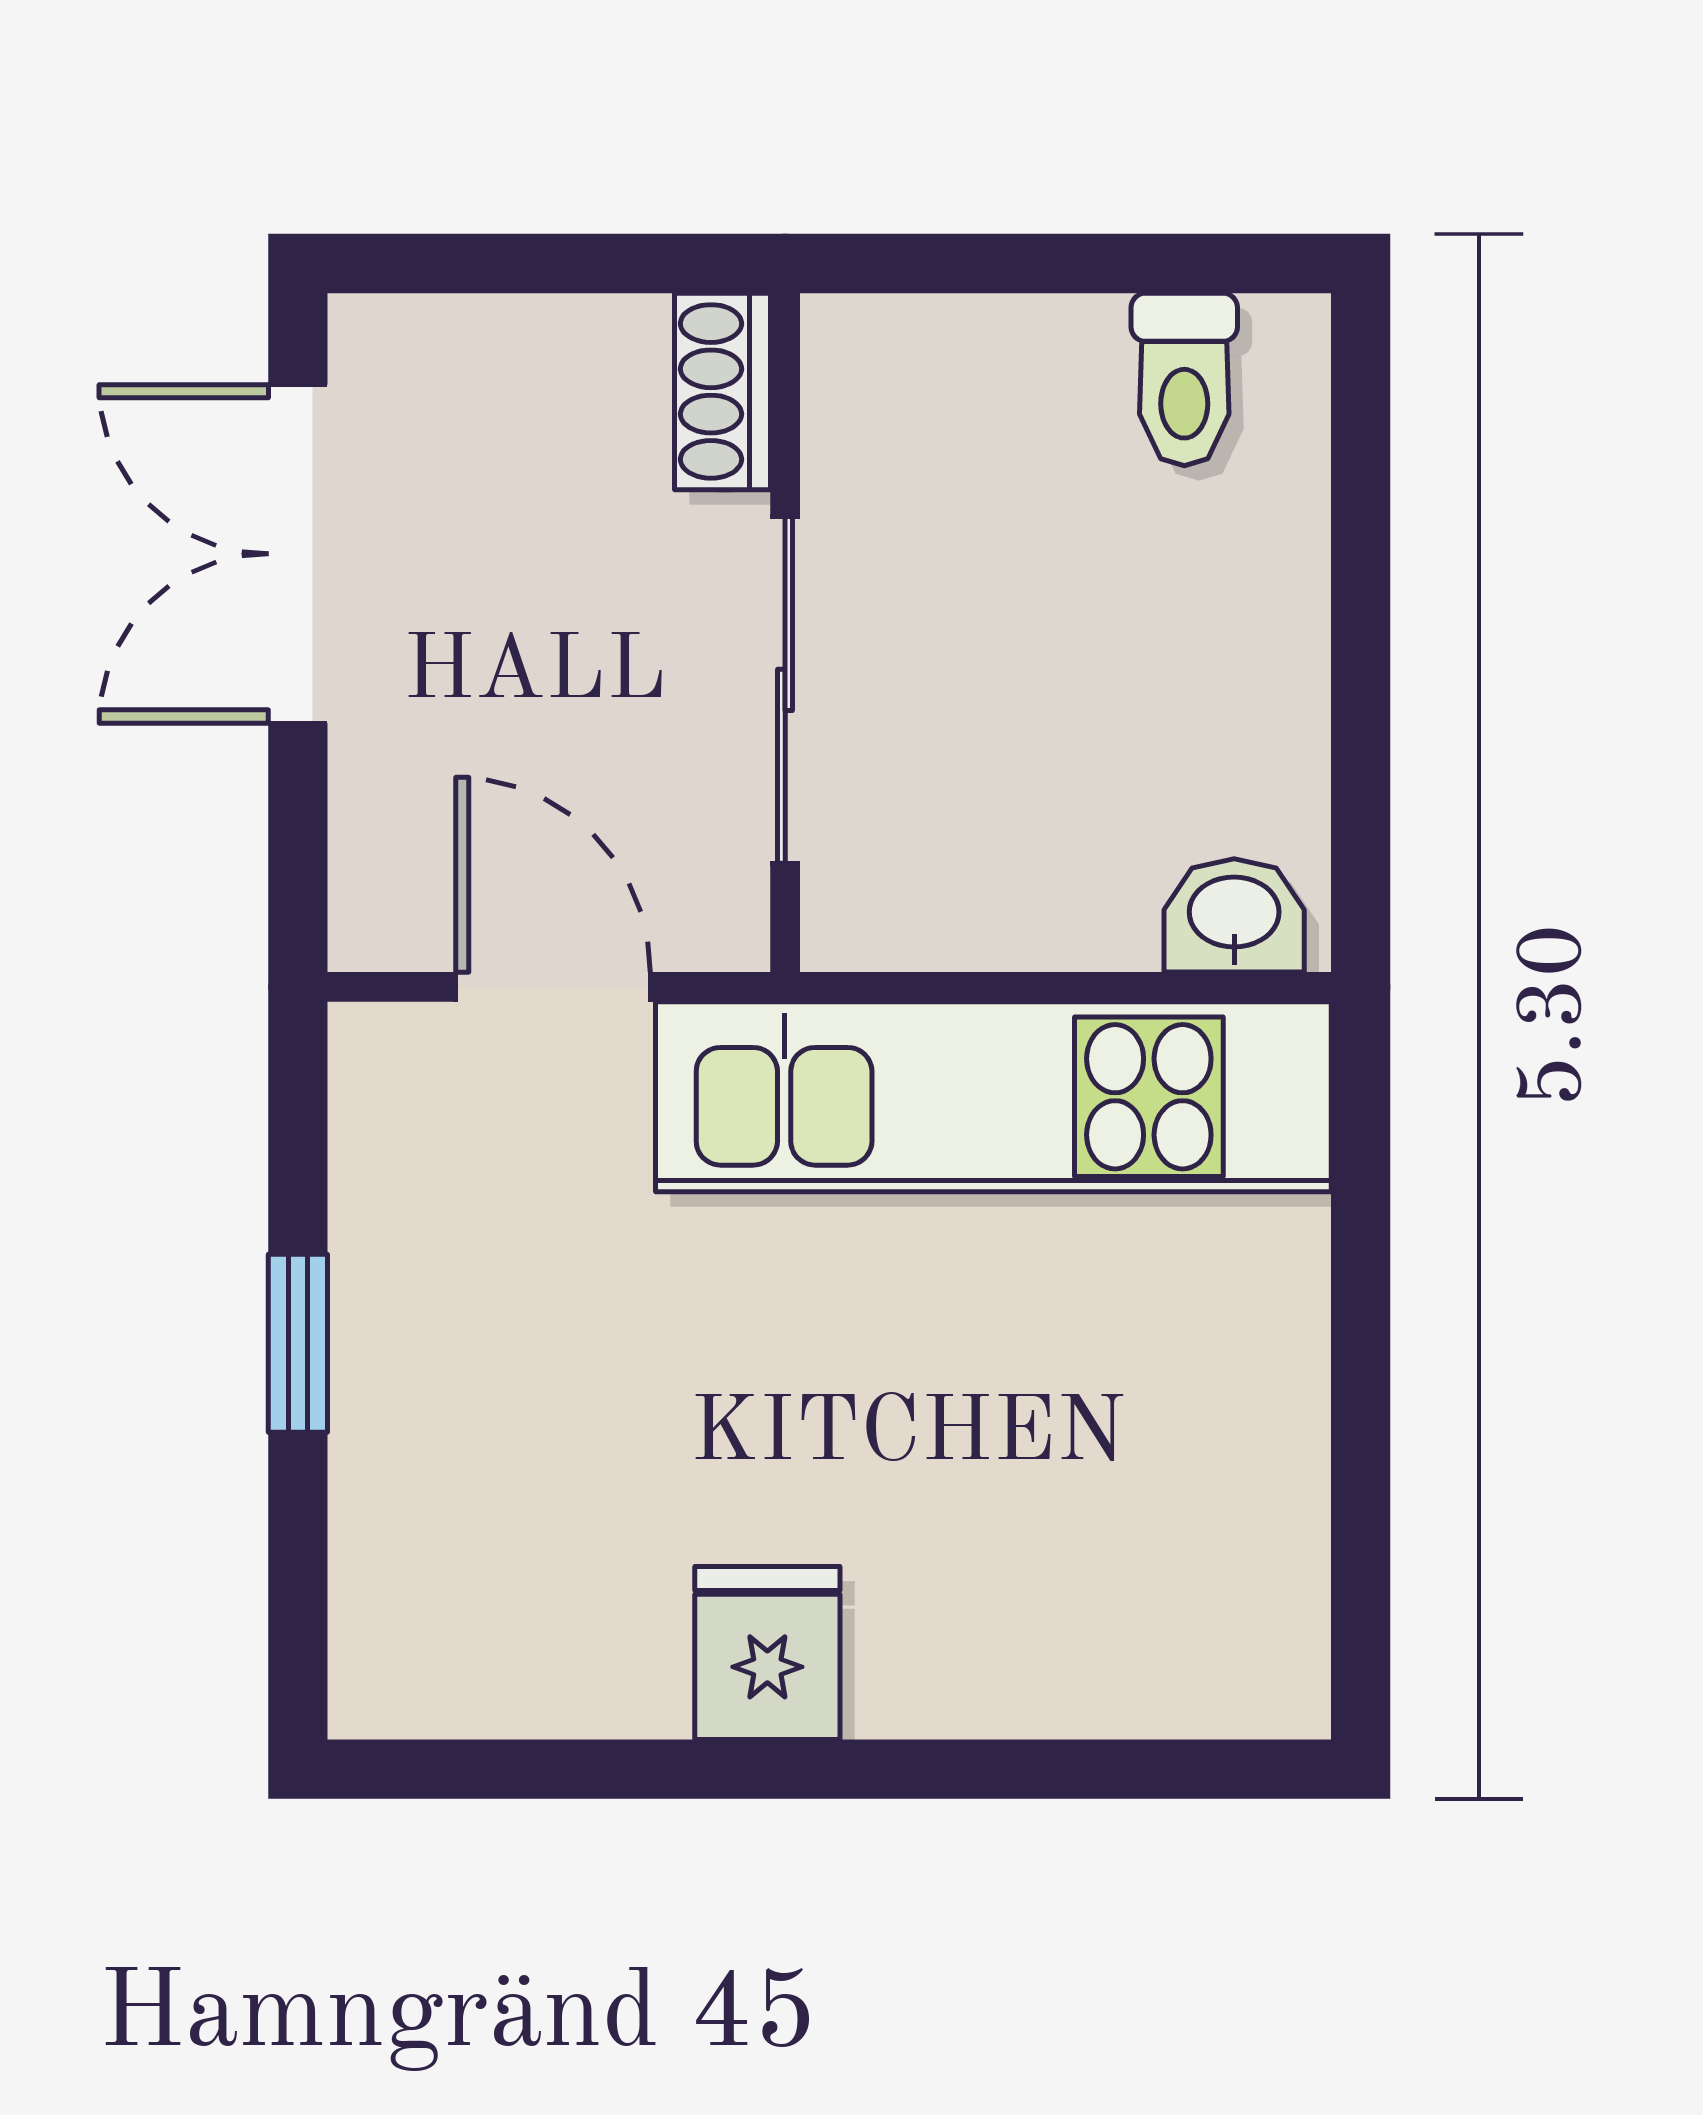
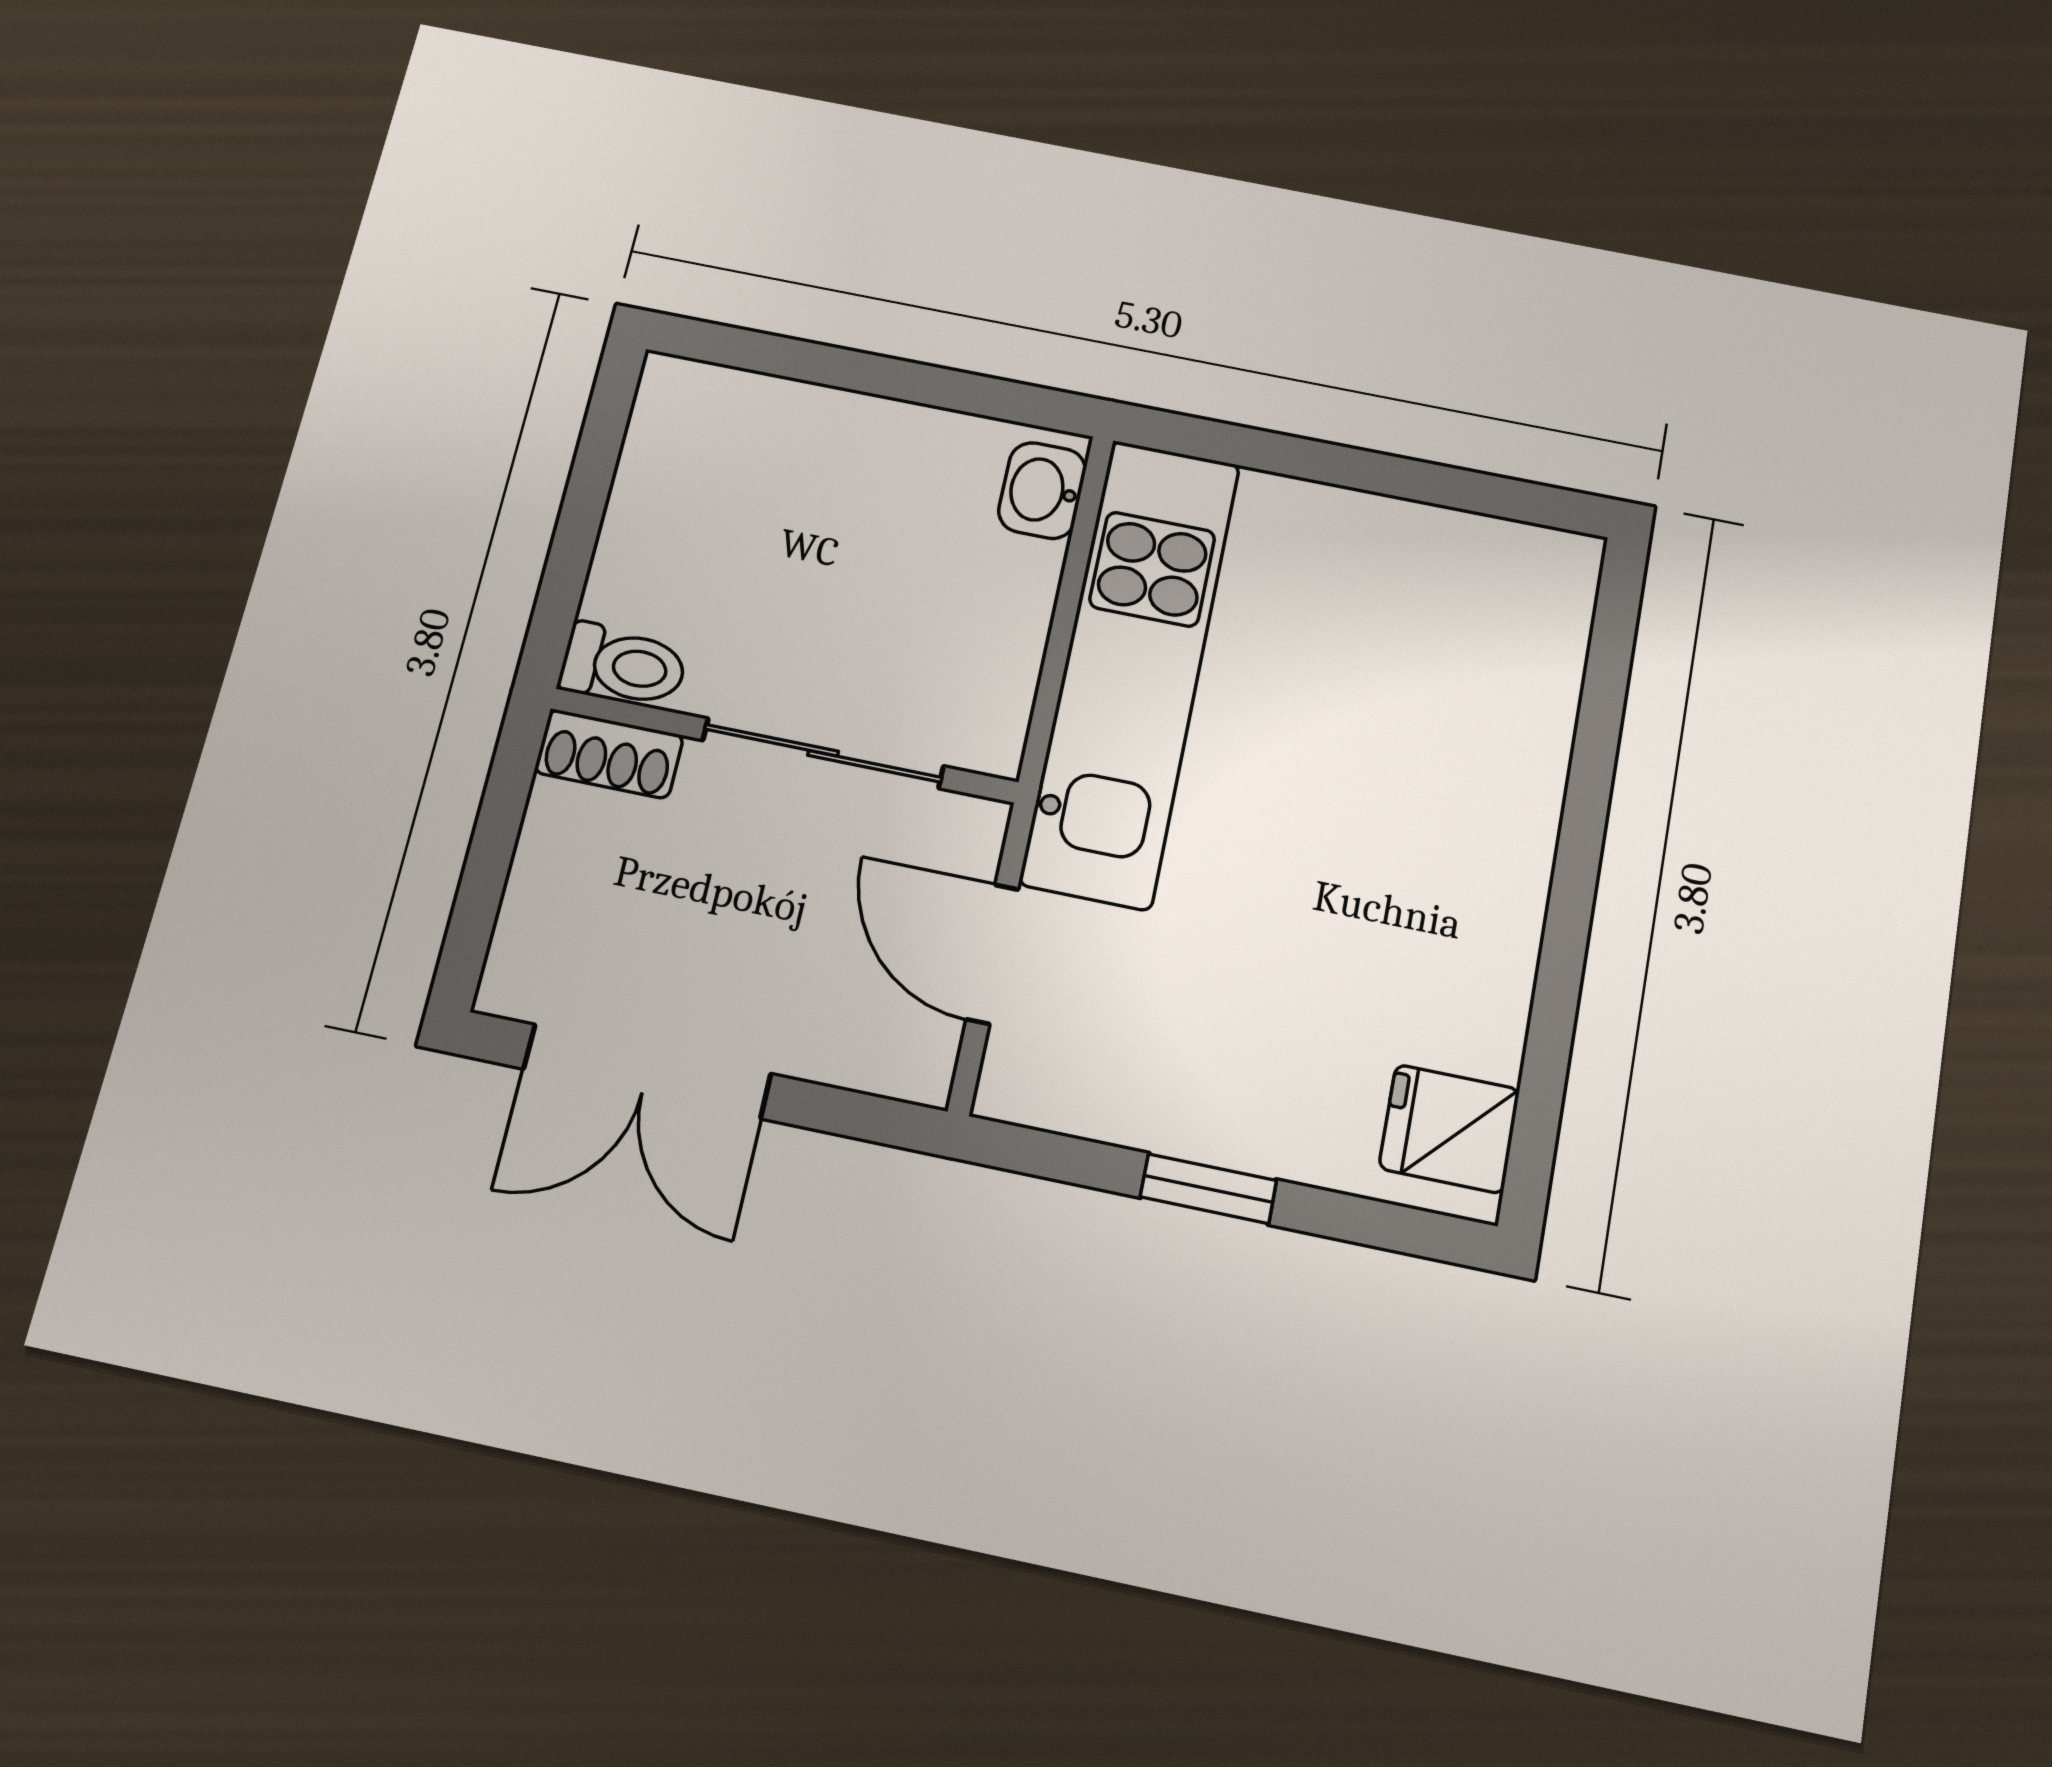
toilet: (1184, 379) -> (623, 665), moved
door: (553, 987) -> (992, 954), hinge flipped
fridge: (767, 1653) -> (1449, 1129), moved

